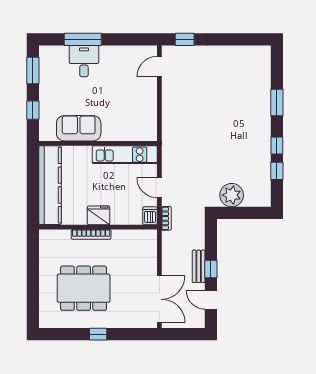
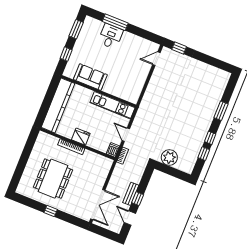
dining table: (84, 288) -> (53, 179), turned 90

